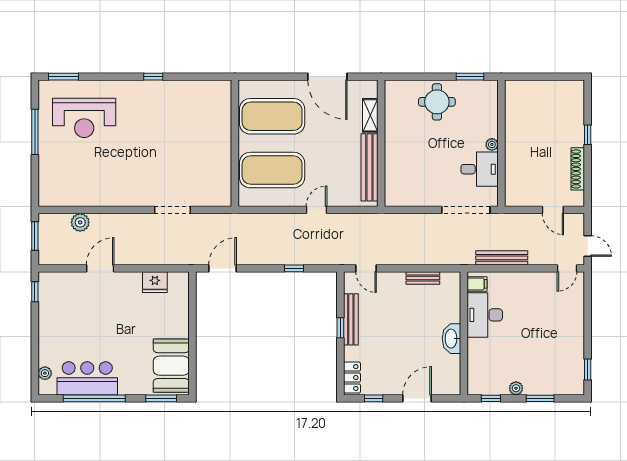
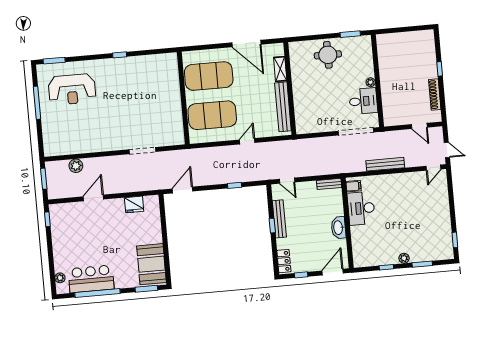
filing cabinet: (477, 284) -> (353, 186), moved
desk: (485, 315) -> (361, 208), moved
wall: (464, 333) -> (347, 223), moved
washbasin: (452, 339) -> (338, 228), moved

